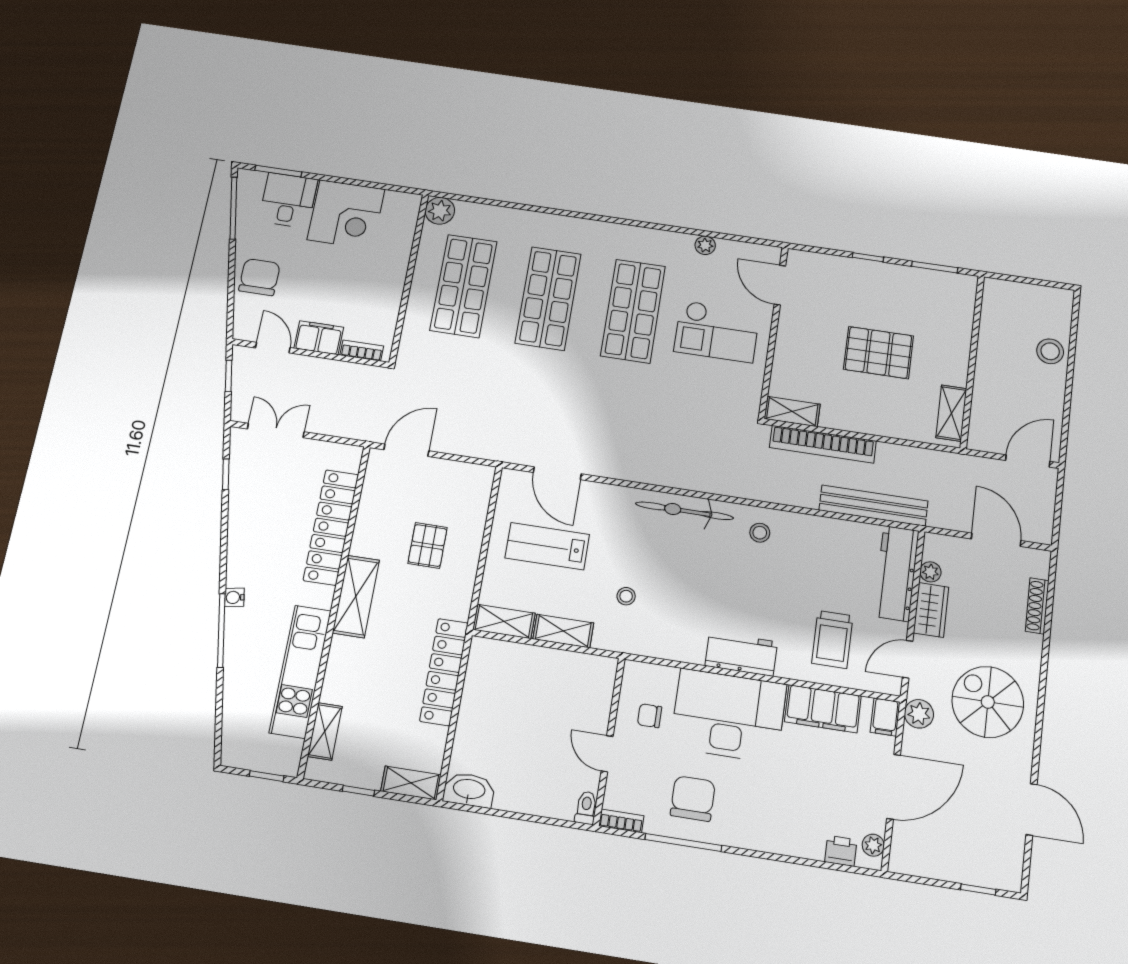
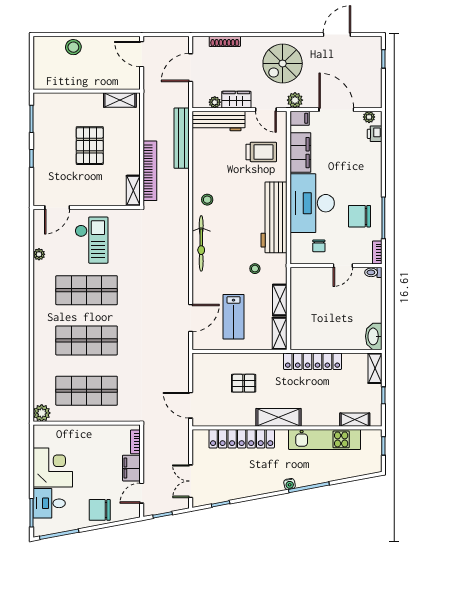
workbench: (741, 654) -> (274, 217), width x1.88, depth x1.32

